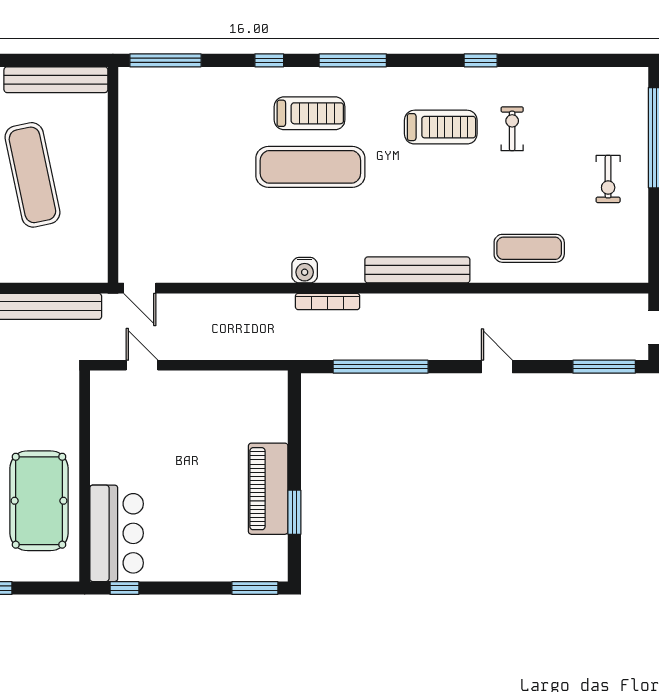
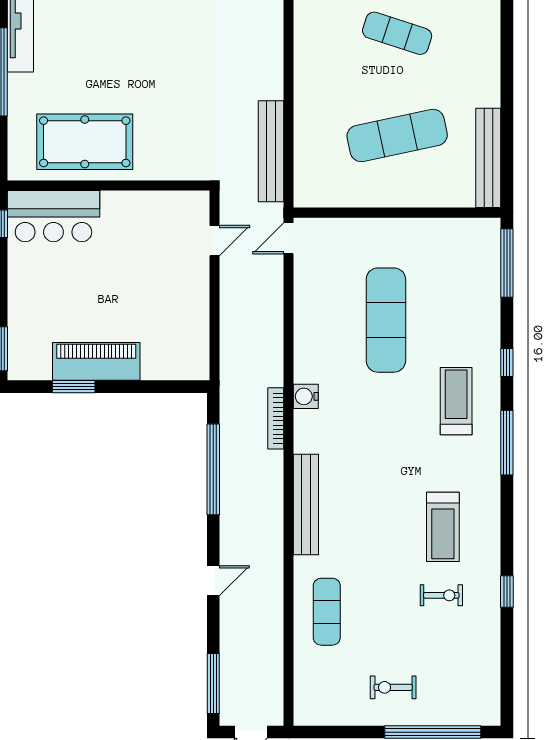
window: (481, 60) -> (507, 591), moved
treadmill: (310, 113) -> (456, 401), turned 180
exercise mat: (310, 167) -> (386, 320), moved

